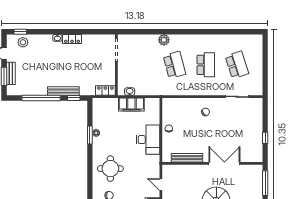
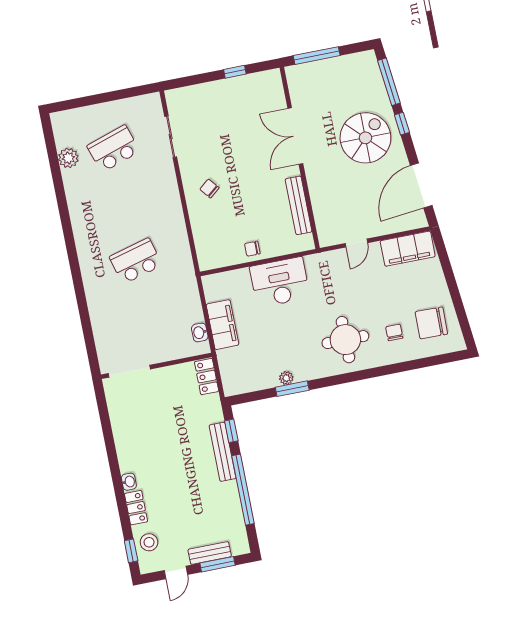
locker: (72, 39) -> (136, 508), moved
plant: (164, 40) -> (68, 158), moved
school desk: (206, 65) -> (125, 205), removed

